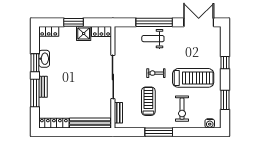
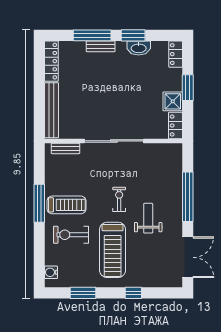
weight bench: (153, 39) -> (148, 218), moved
treadmill: (148, 101) -> (67, 205), moved

